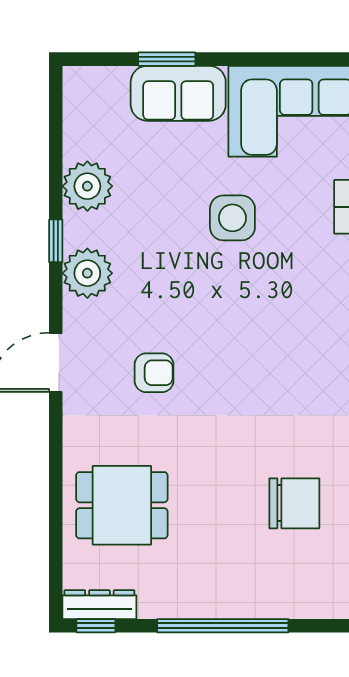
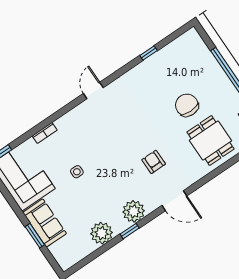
side table: (232, 218) -> (77, 172), width x0.54, depth x0.54
chair: (294, 503) -> (187, 105), moved

